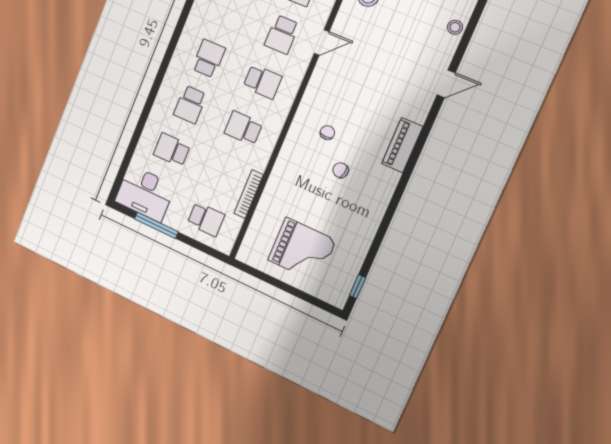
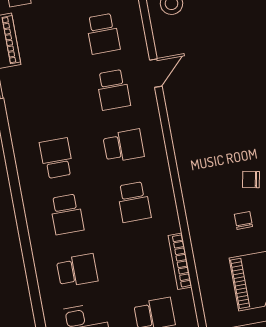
school desk: (243, 128) -> (134, 202), turned -90
chair: (327, 133) -> (243, 220), moved
school desk: (172, 150) -> (77, 270), turned 180

